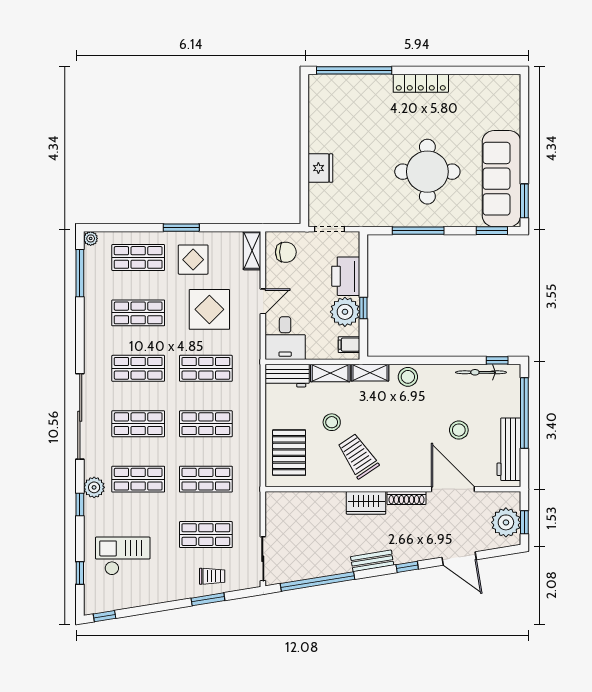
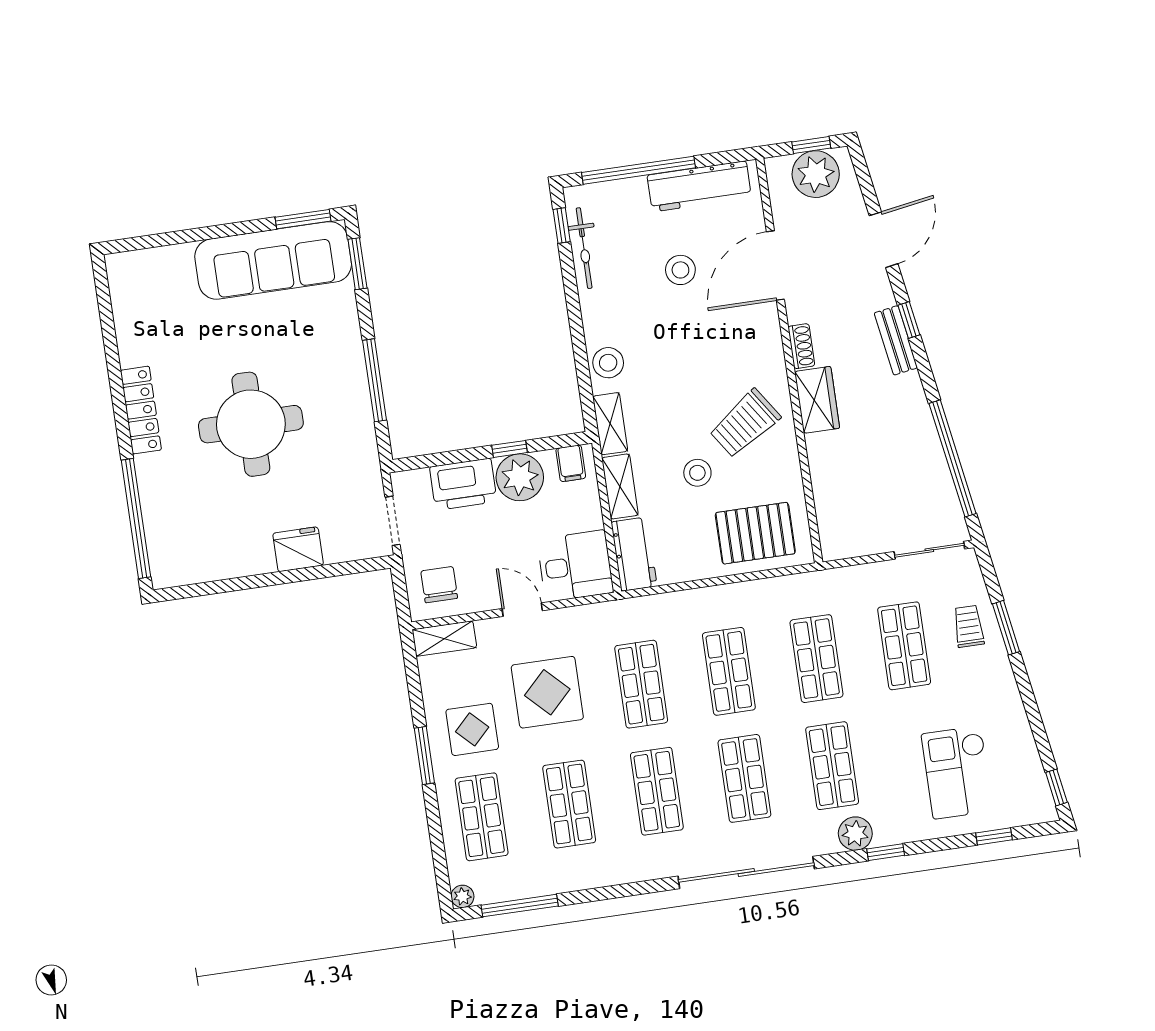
round table: (427, 172) -> (251, 424), moved
shoe rack: (406, 498) -> (801, 346), width x0.70
bench: (372, 561) -> (896, 340), moved

